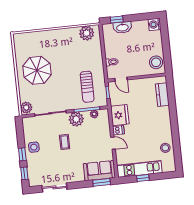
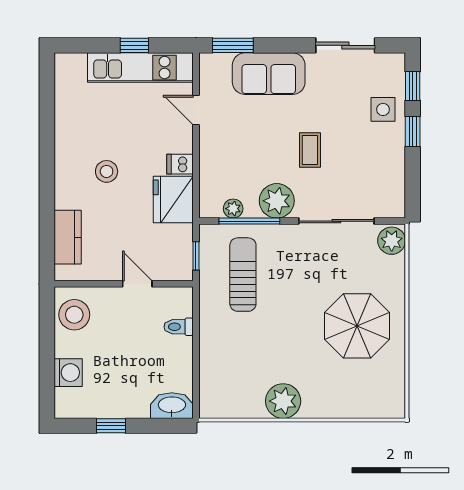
window: (117, 19) -> (111, 426), moved
washing machine: (155, 24) -> (68, 373), moved
washbasin: (122, 27) -> (172, 406), moved
plant: (87, 33) -> (283, 401), moved
door: (121, 79) -> (137, 284), moved
door: (113, 143) -> (196, 110), moved
side table: (34, 147) -> (383, 109), moved
stool: (165, 148) -> (107, 171), moved
sofa: (99, 171) -> (269, 74), moved

